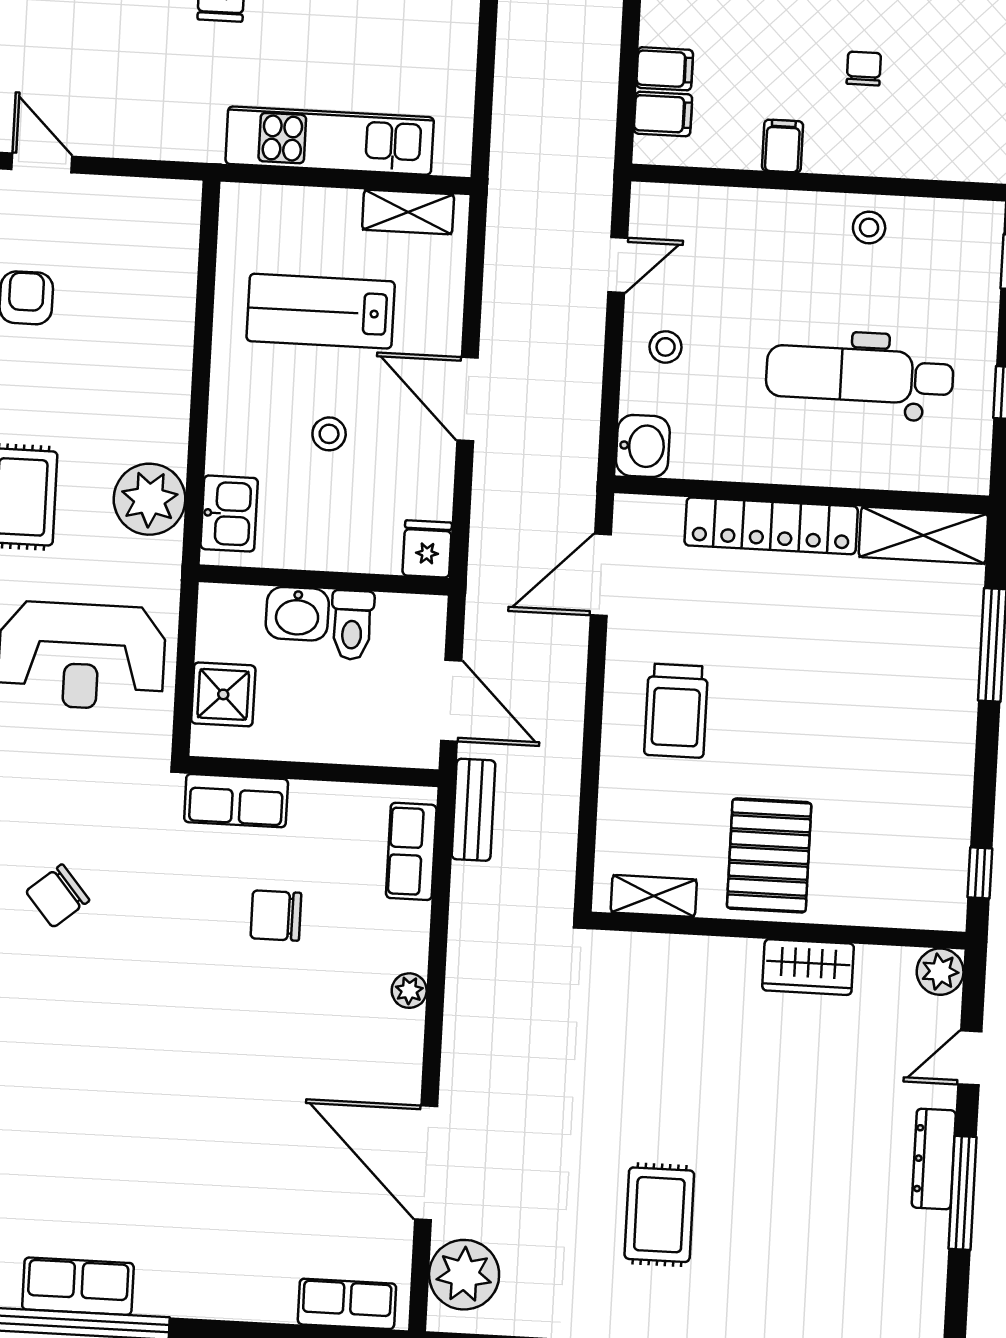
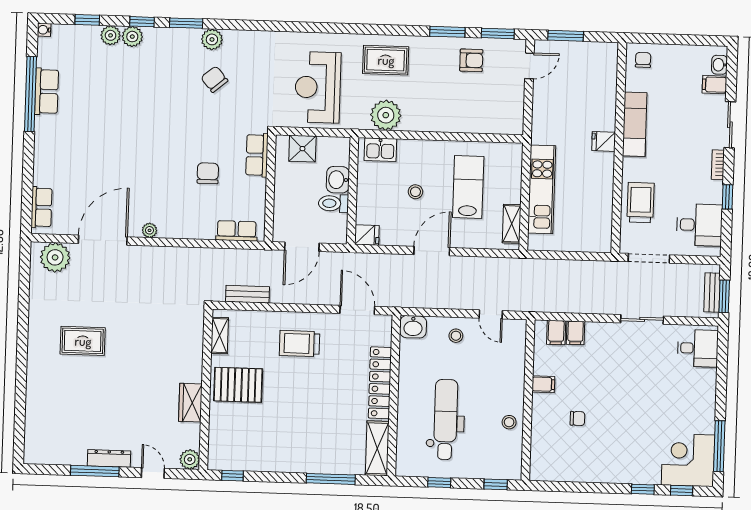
bench: (473, 810) -> (247, 294), moved
plant: (409, 991) -> (149, 230), moved

